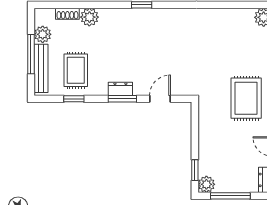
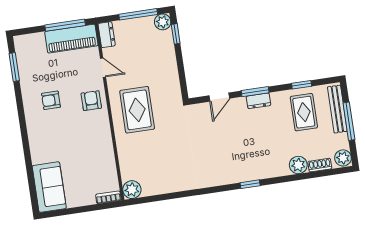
plant: (43, 34) -> (343, 158), moved

